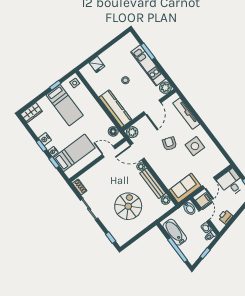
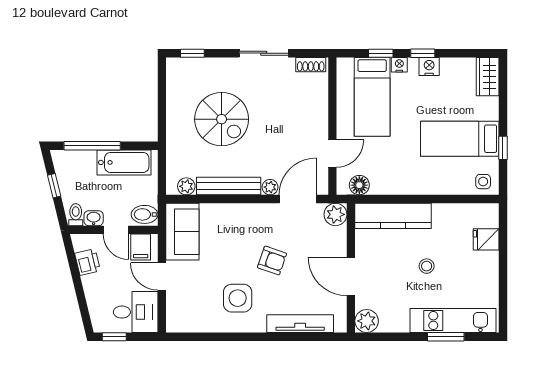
kitchen unit: (148, 65) -> (453, 321), moved

